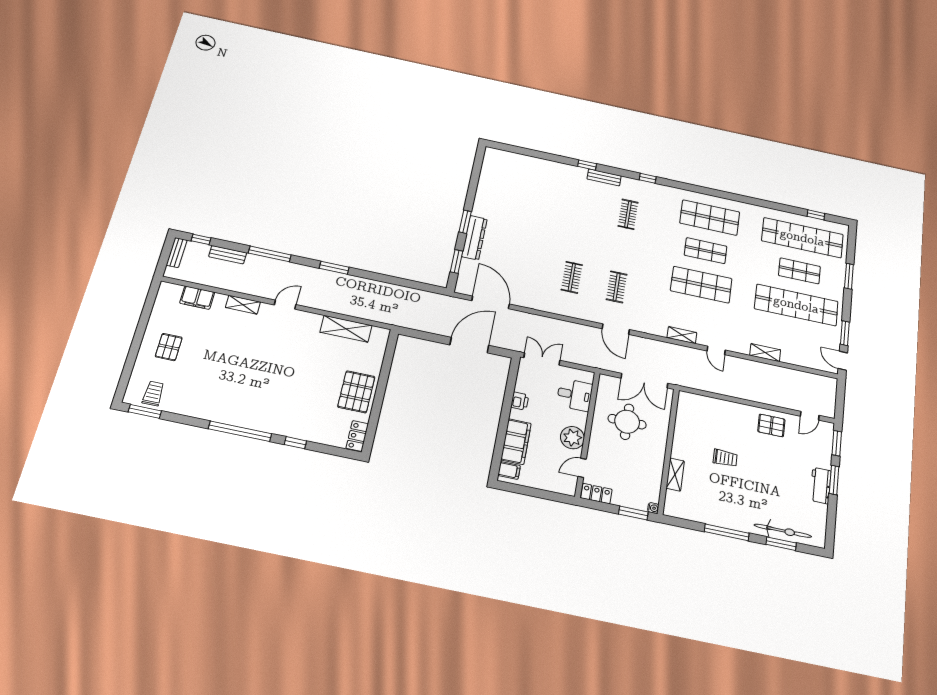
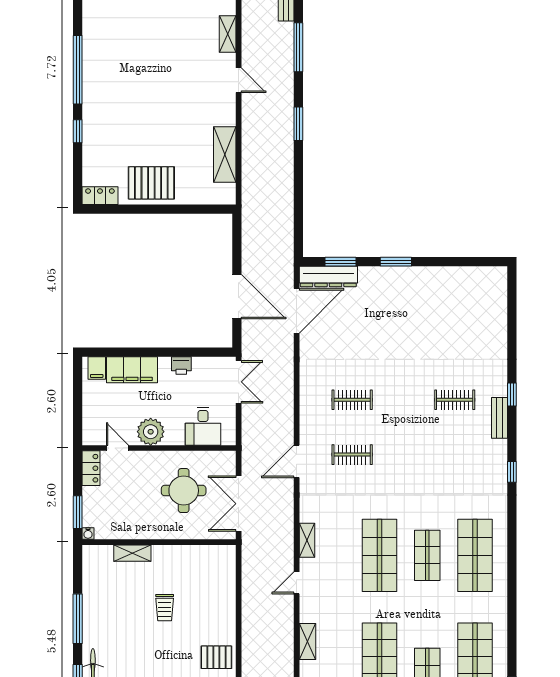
clothes rail: (628, 214) -> (455, 400), moved
dresser: (474, 238) -> (328, 276), moved
pallet: (771, 425) -> (216, 657), turned 90

